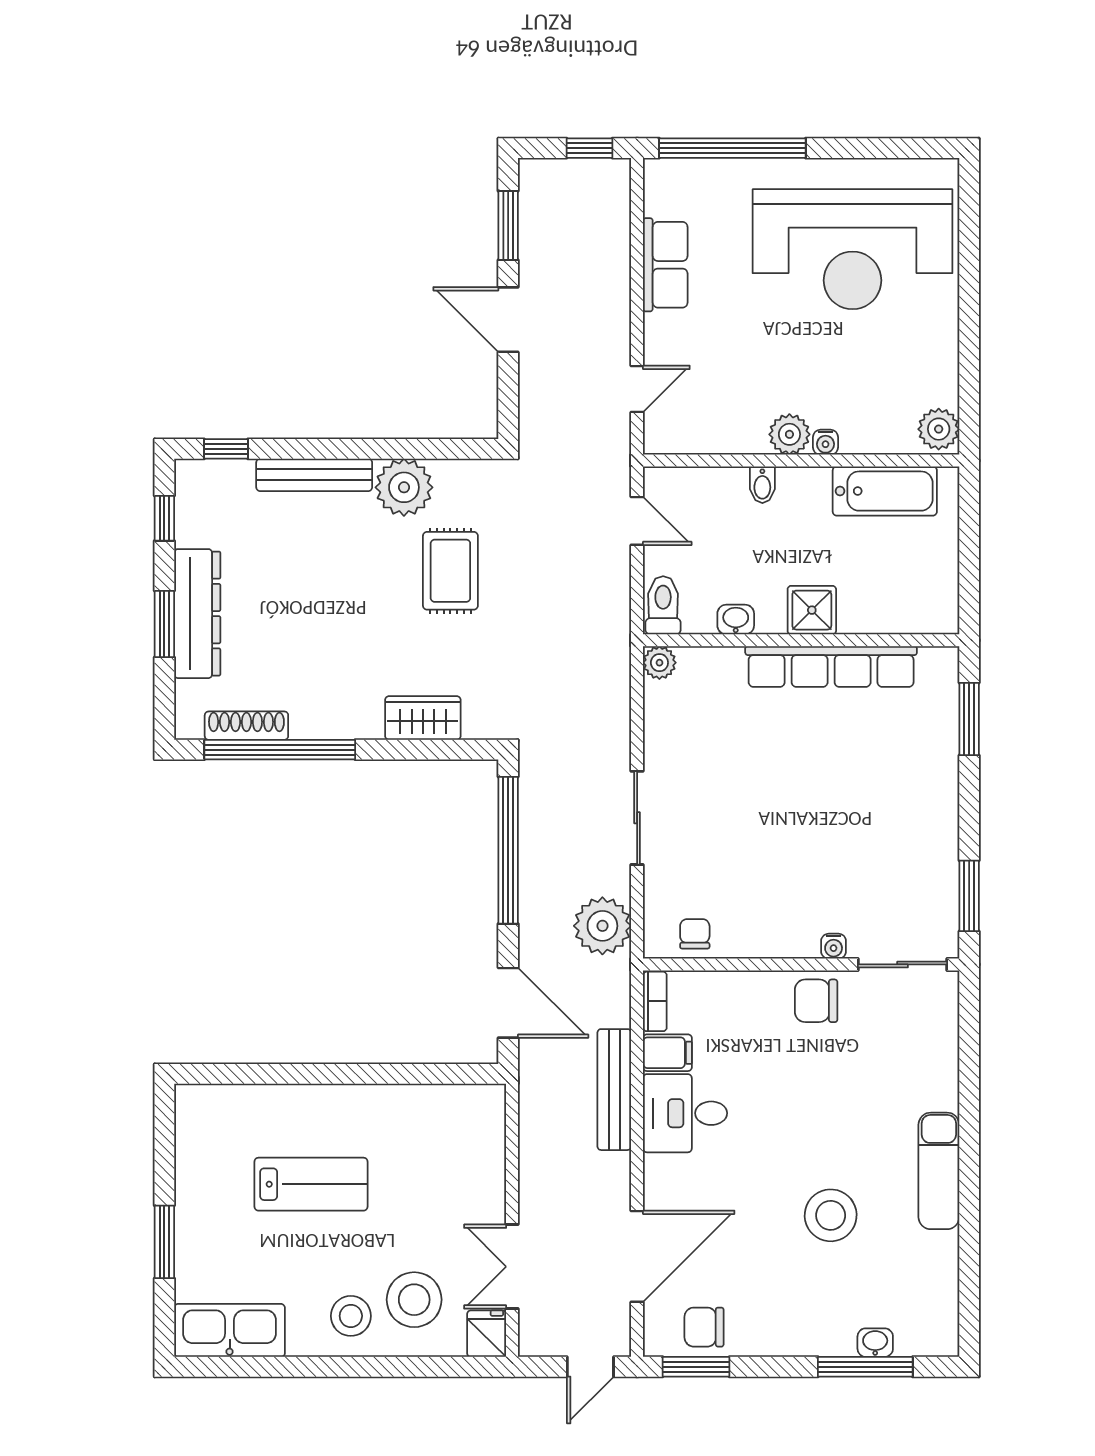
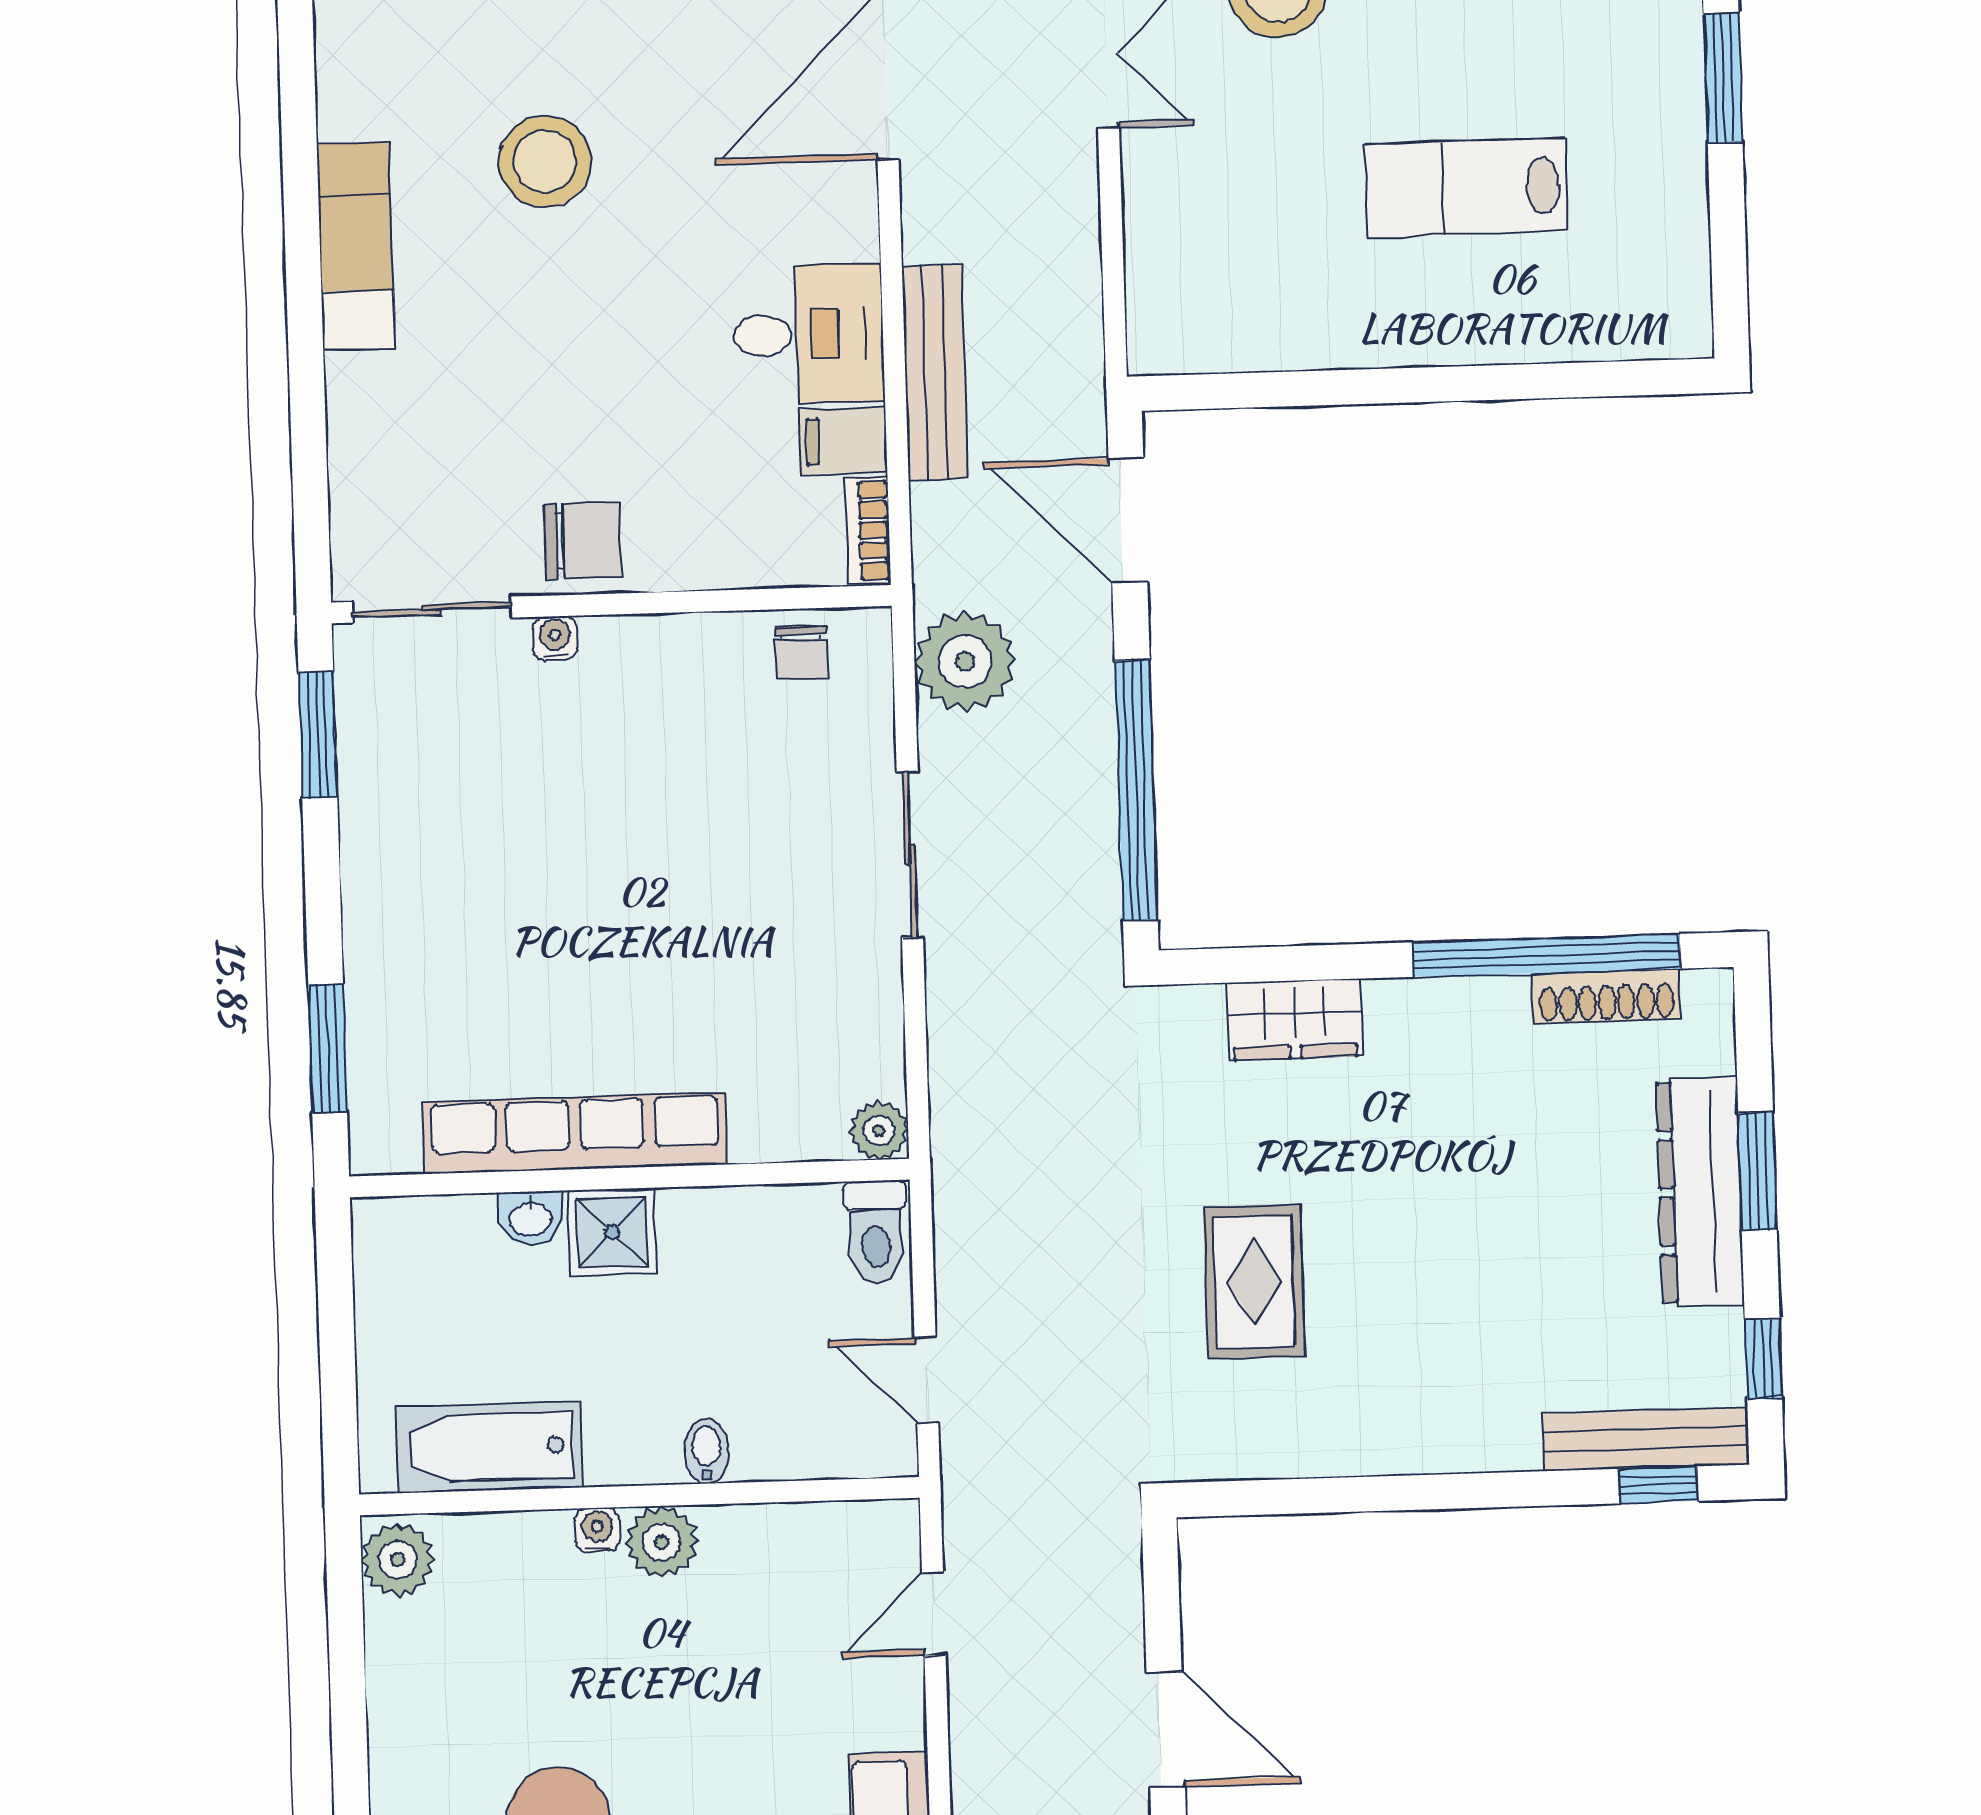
bench: (314, 475) -> (1646, 1439), moved
plant: (404, 487) -> (1341, 1427), removed
washbasin: (736, 620) -> (530, 1218), moved

